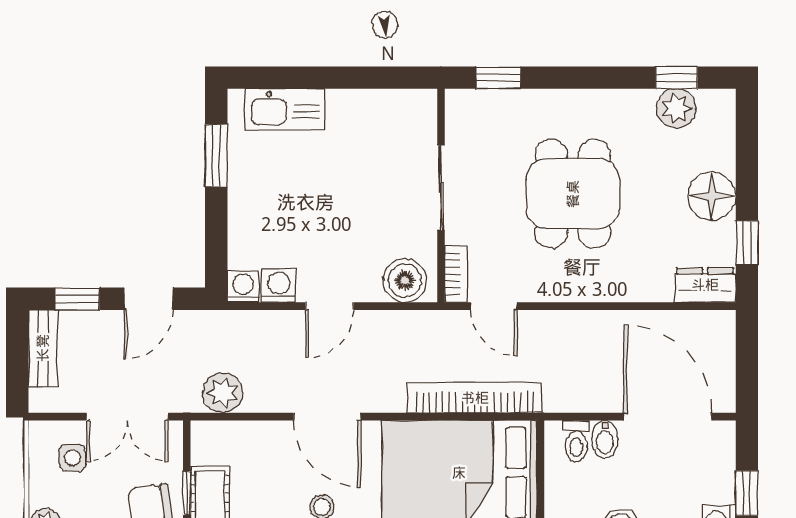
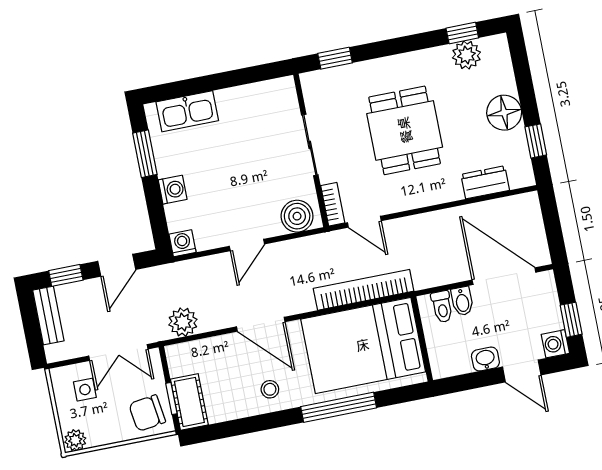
dresser: (705, 285) -> (485, 182), moved
washing machine: (279, 286) -> (173, 190), moved, turned 90

